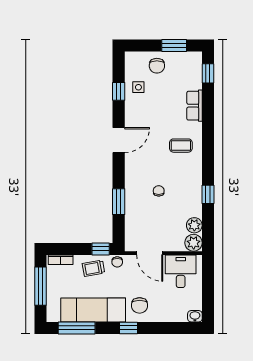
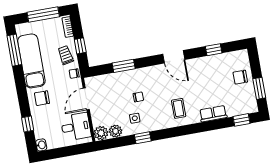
side table: (138, 87) -> (135, 118), moved
window: (101, 249) -> (80, 46), moved
window: (128, 328) -> (28, 124), moved

